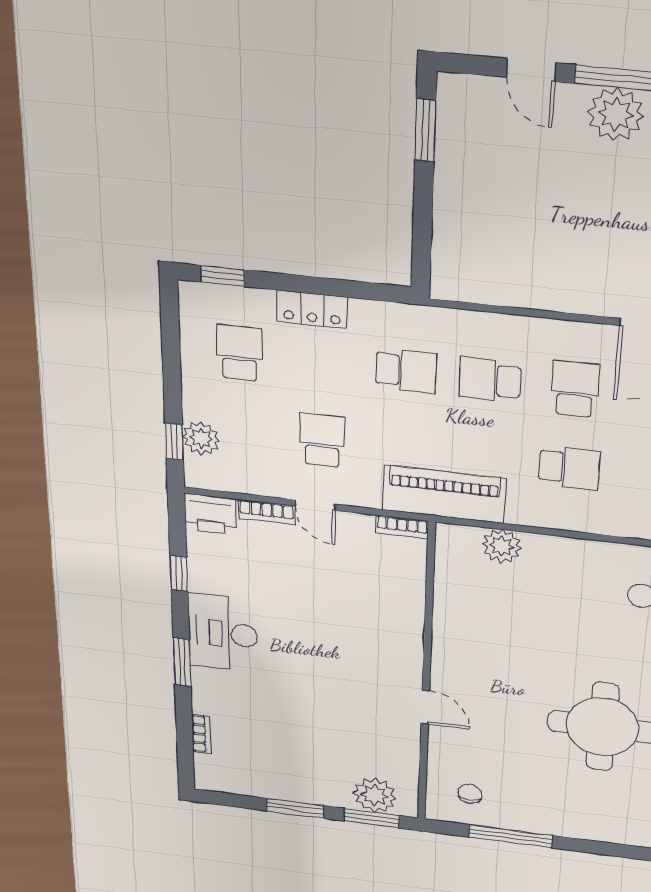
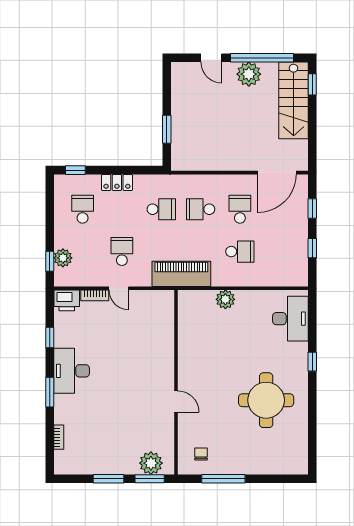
window: (425, 130) -> (167, 129), moved
bookcase: (402, 527) -> (161, 295), removed
plant: (502, 546) -> (225, 299), moved

